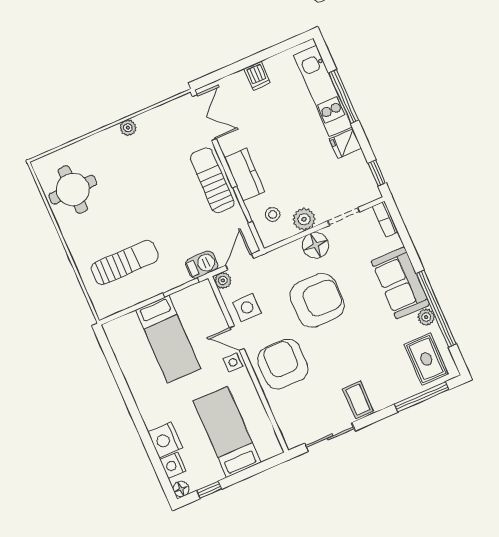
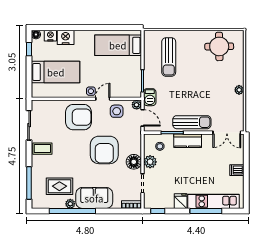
bed: (168, 339) -> (118, 45), moved
rug: (426, 359) -> (59, 186), moved

